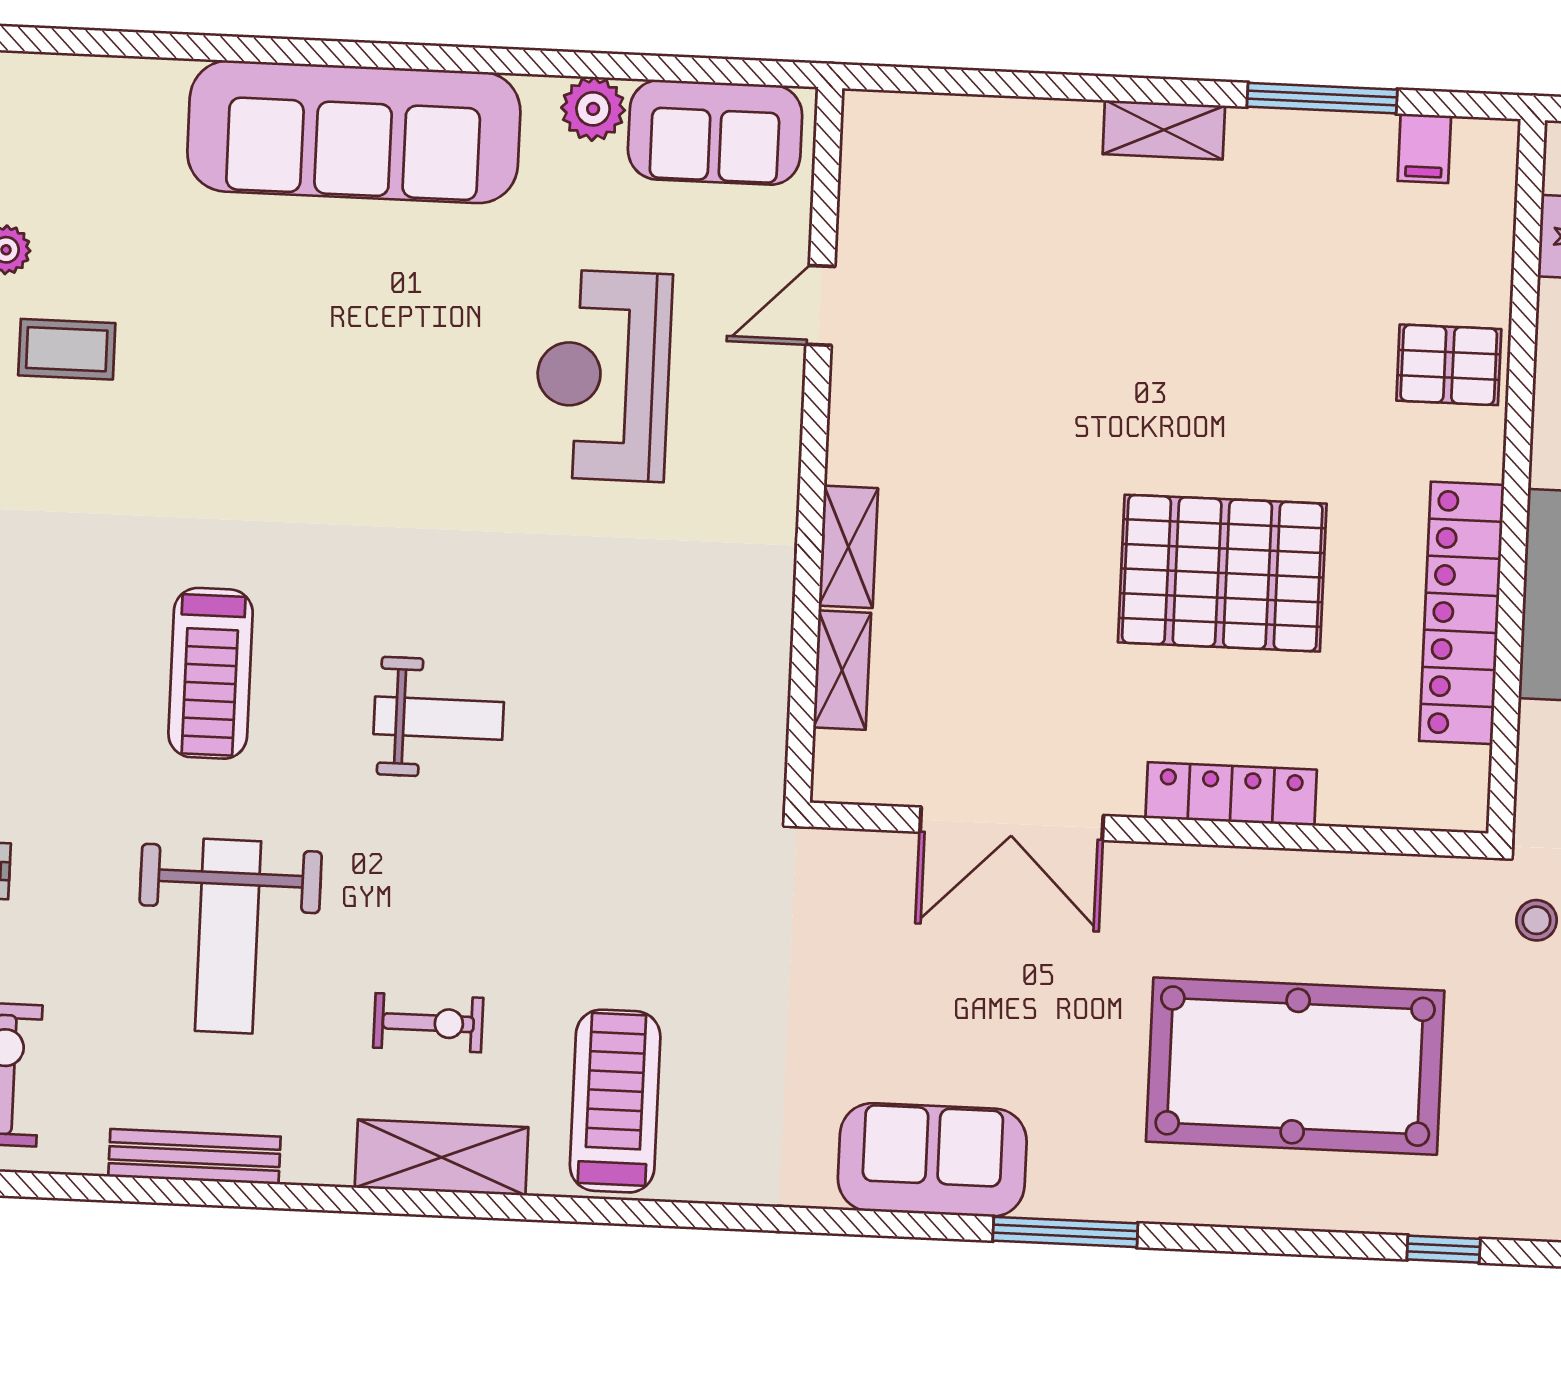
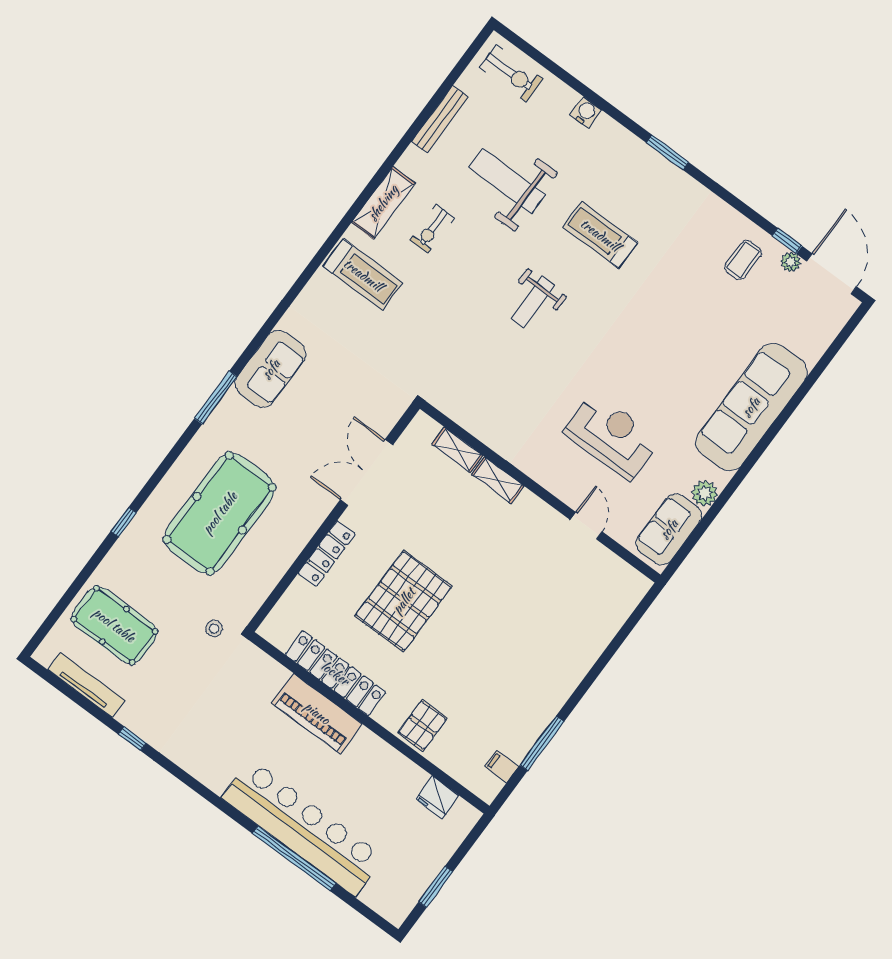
shelving: (1164, 130) -> (567, 682), removed

